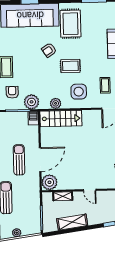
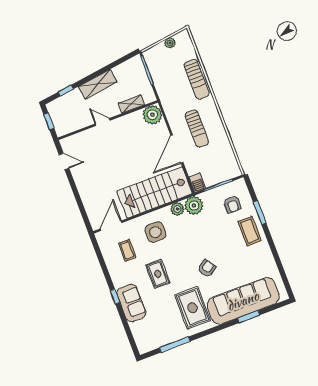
rug: (70, 66) -> (158, 274), moved, turned 90
plant: (31, 102) -> (194, 206), moved
stairs: (61, 118) -> (155, 192), width x1.36, depth x1.51
door: (40, 160) -> (177, 149), moved
shelving: (72, 222) -> (98, 84), moved

